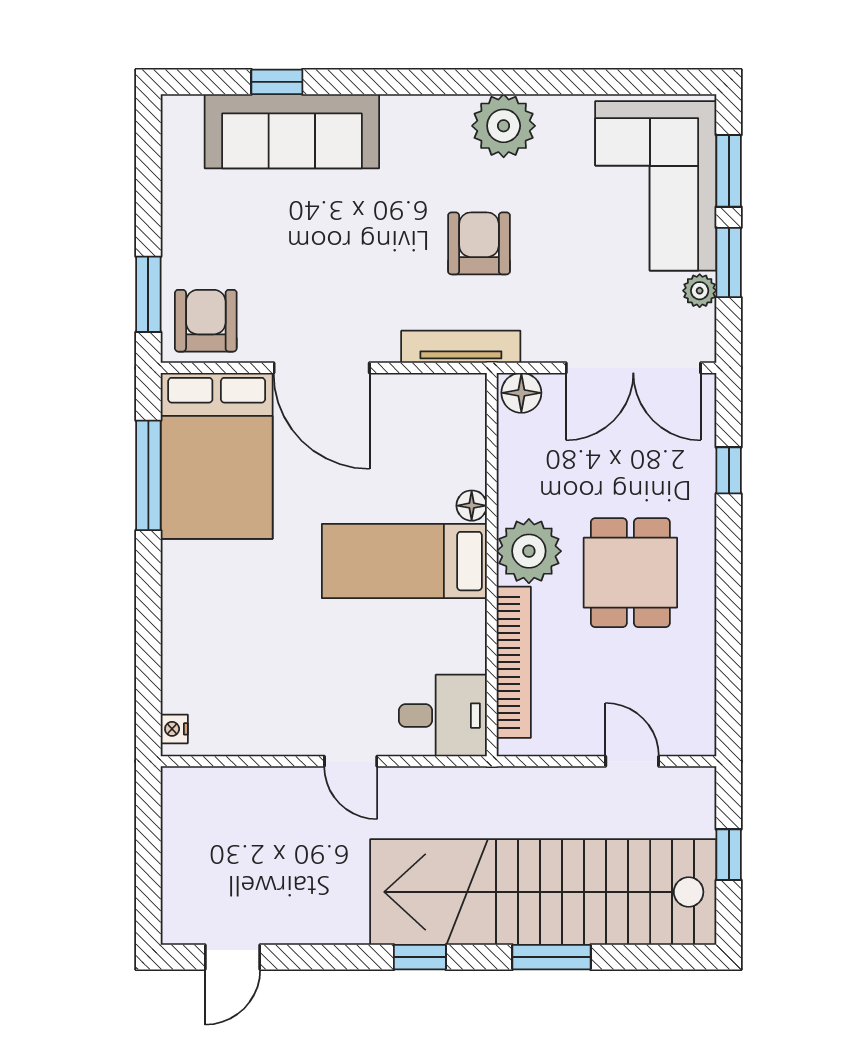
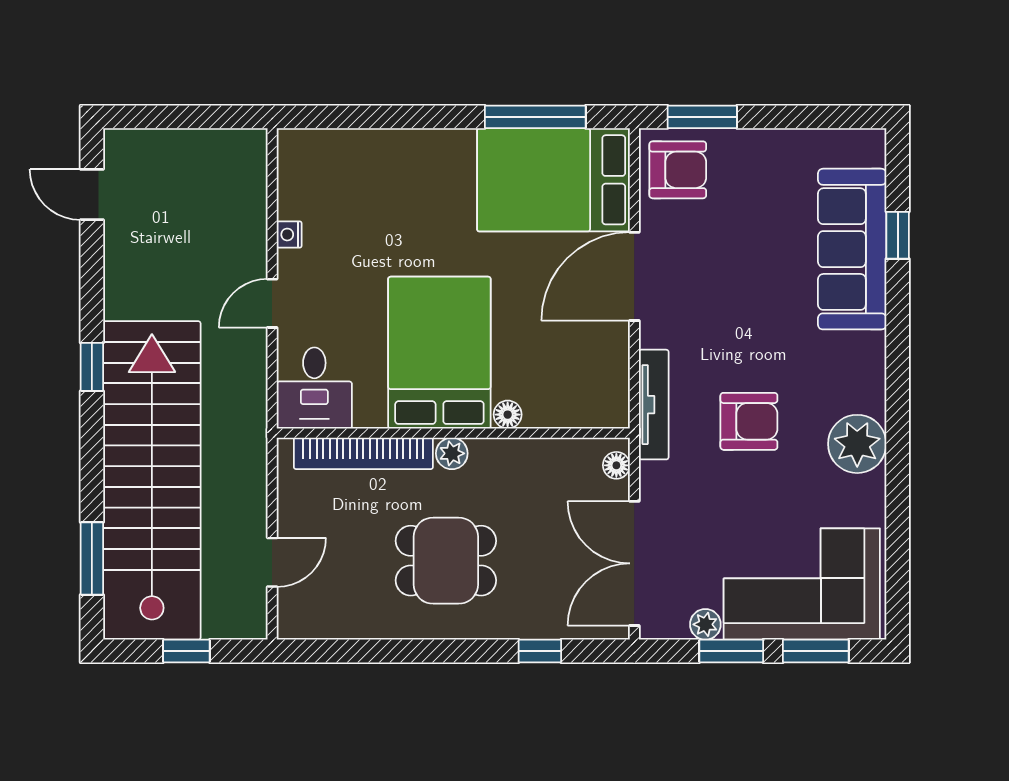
floor lamp: (521, 393) -> (616, 465), width x0.73, depth x0.73
plant: (529, 551) -> (452, 453), width x0.53, depth x0.53
bed: (404, 561) -> (439, 353), width x1.50
nightstand: (174, 729) -> (289, 235), moved, turned -90
window: (551, 957) -> (92, 558), moved

